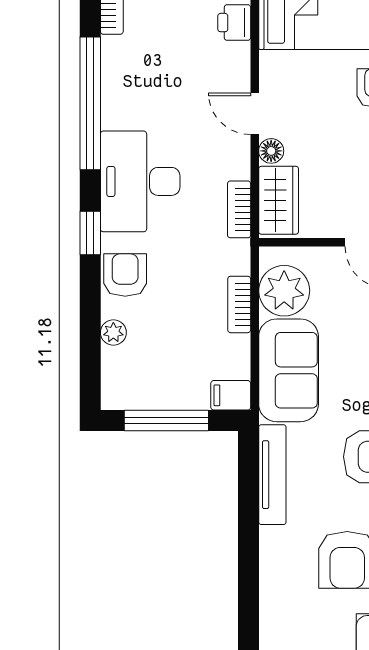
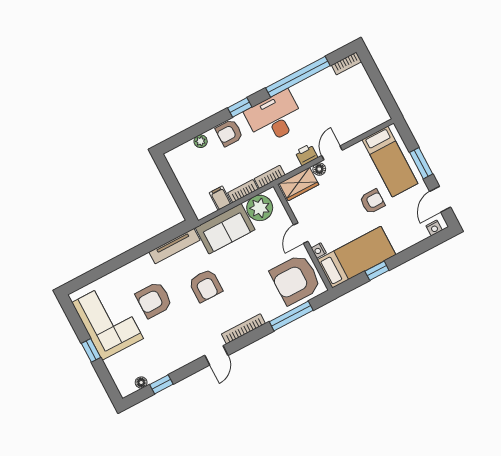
printer: (234, 23) -> (306, 155), moved
bookcase: (239, 209) -> (270, 177), moved
armchair: (125, 275) -> (229, 133), turned 180
filing cabinet: (231, 395) -> (220, 198), moved
window: (166, 420) -> (174, 186), removed

